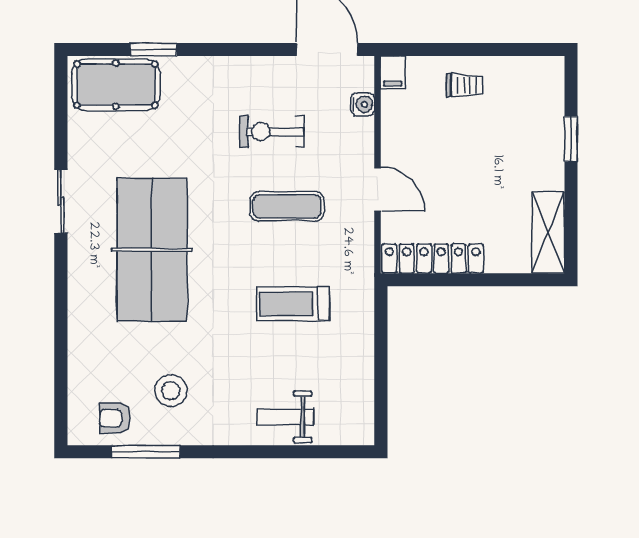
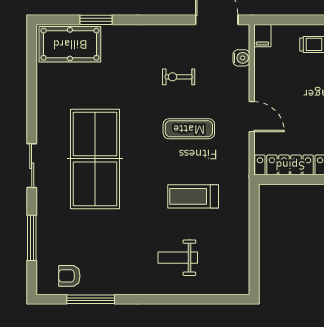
exercise bike: (272, 132) -> (179, 77), width x0.73, depth x0.72
sliding door: (61, 201) -> (32, 166), moved
window: (61, 363) -> (32, 238), added
stool: (171, 391) -> (108, 257), removed
weight bench: (286, 417) -> (178, 258), moved

